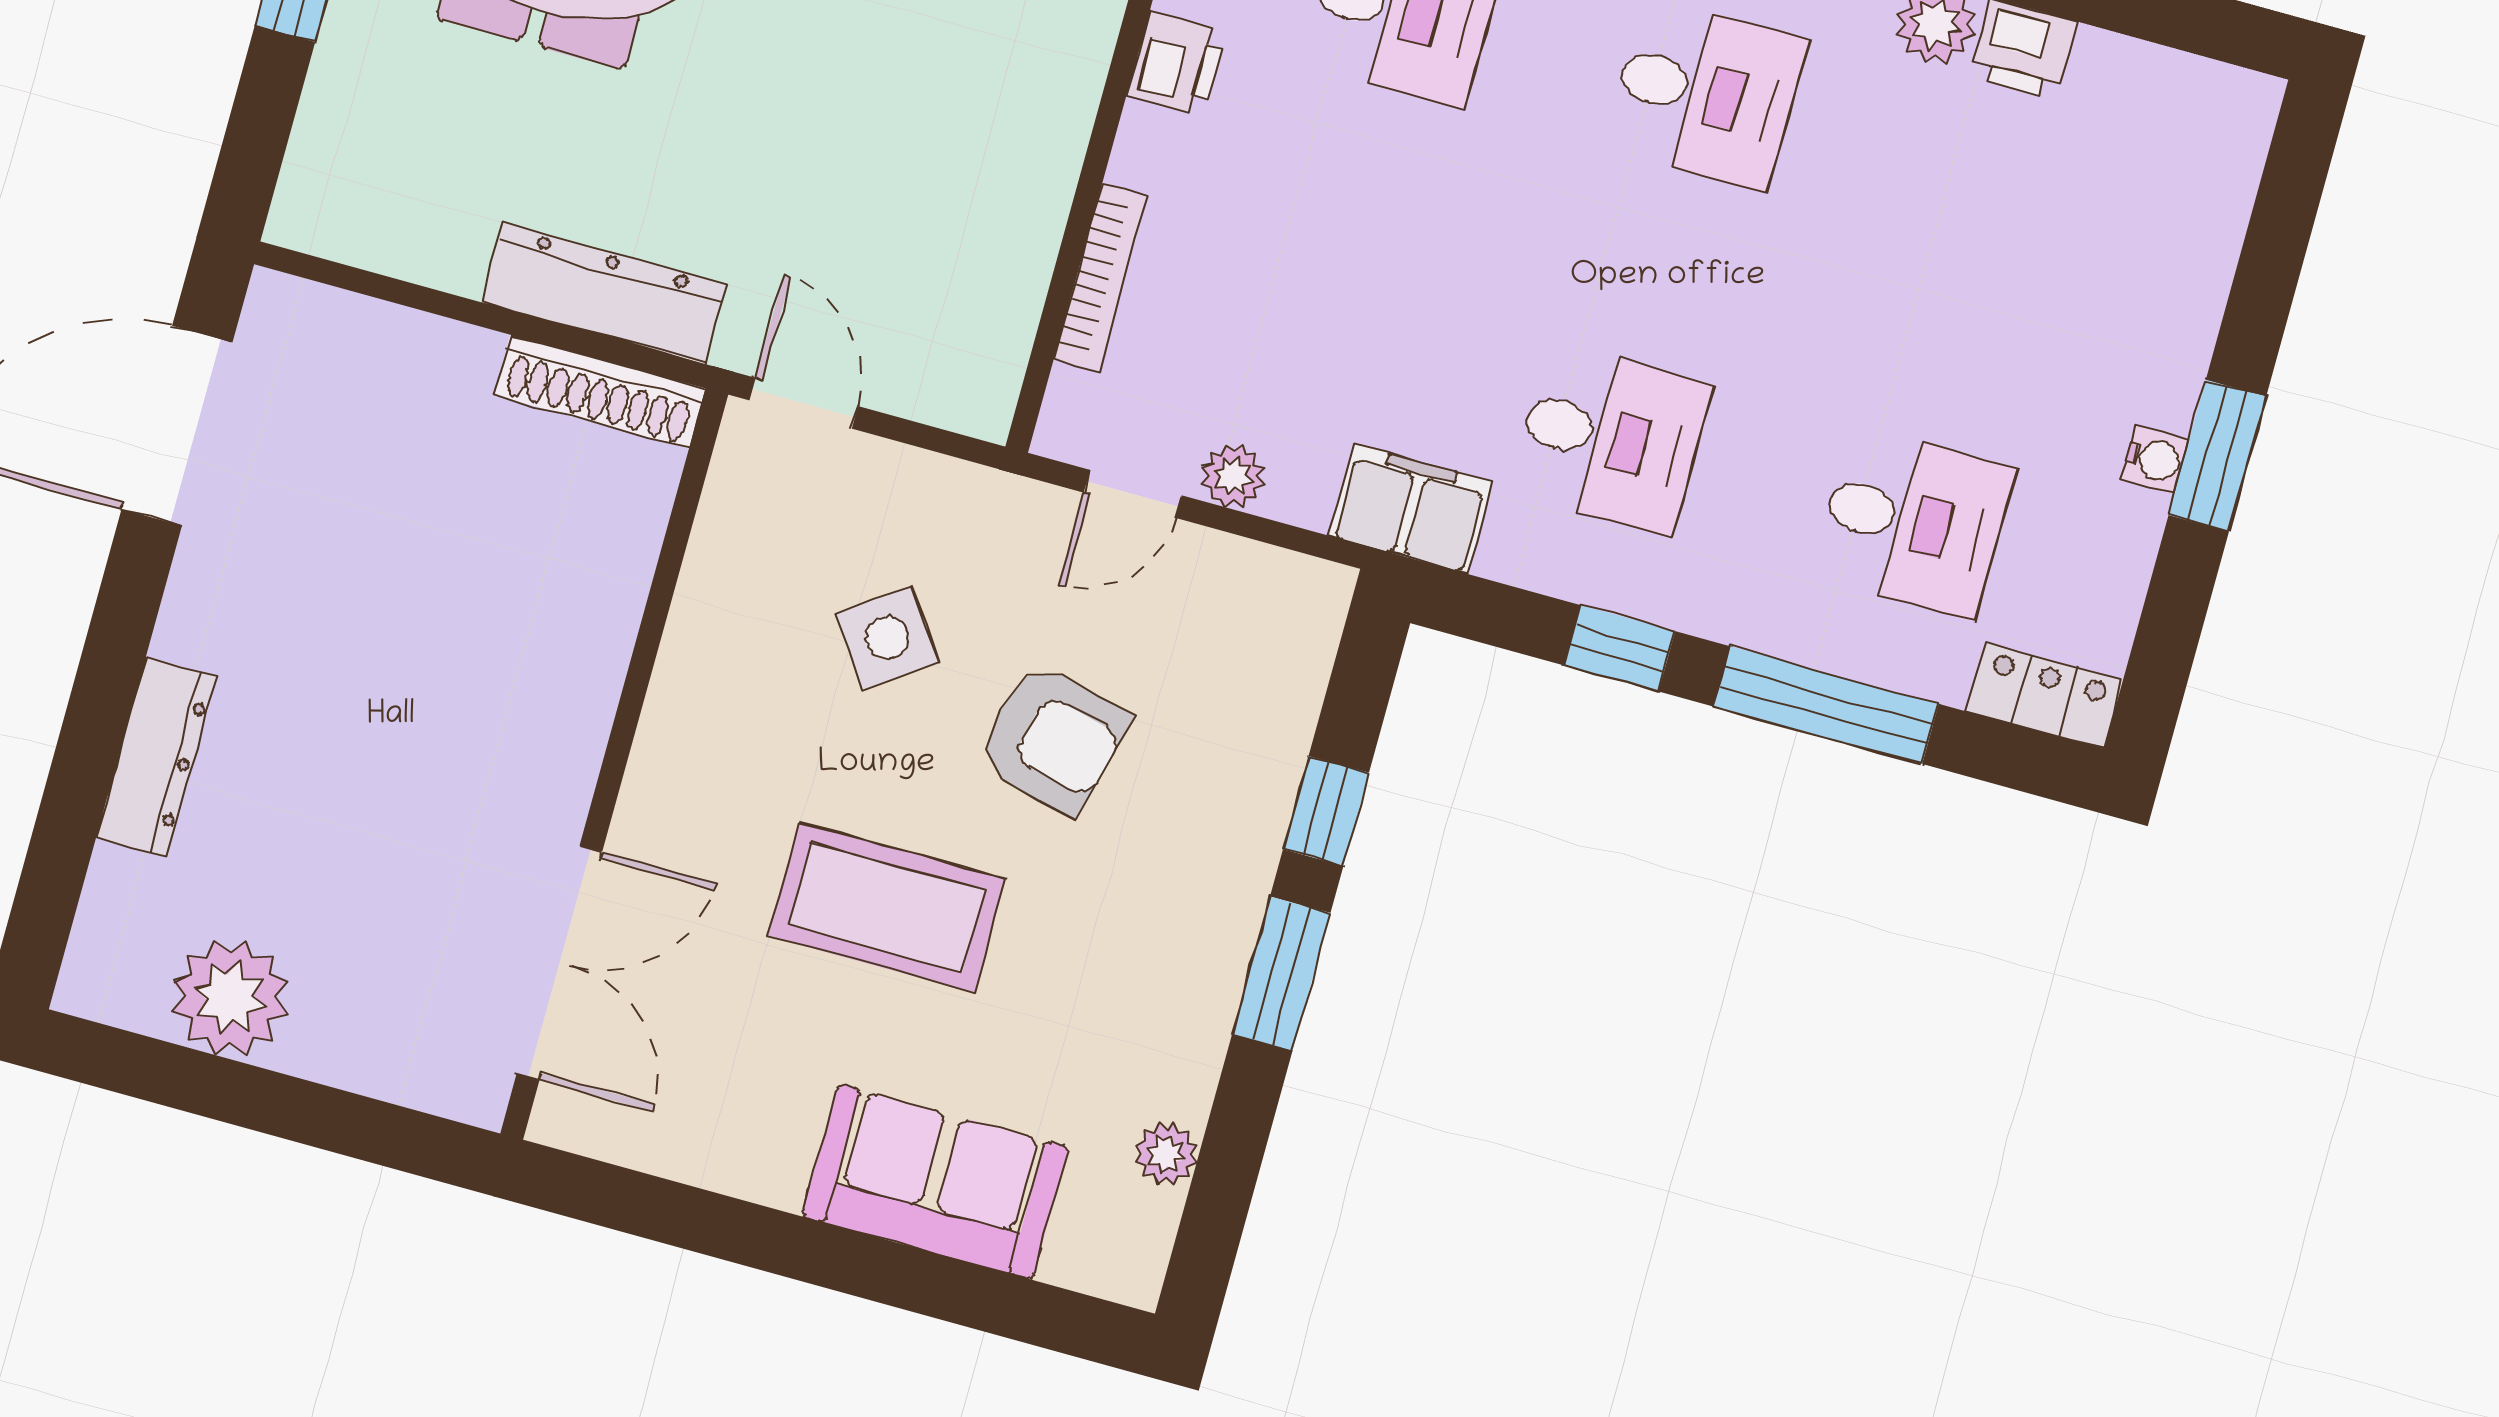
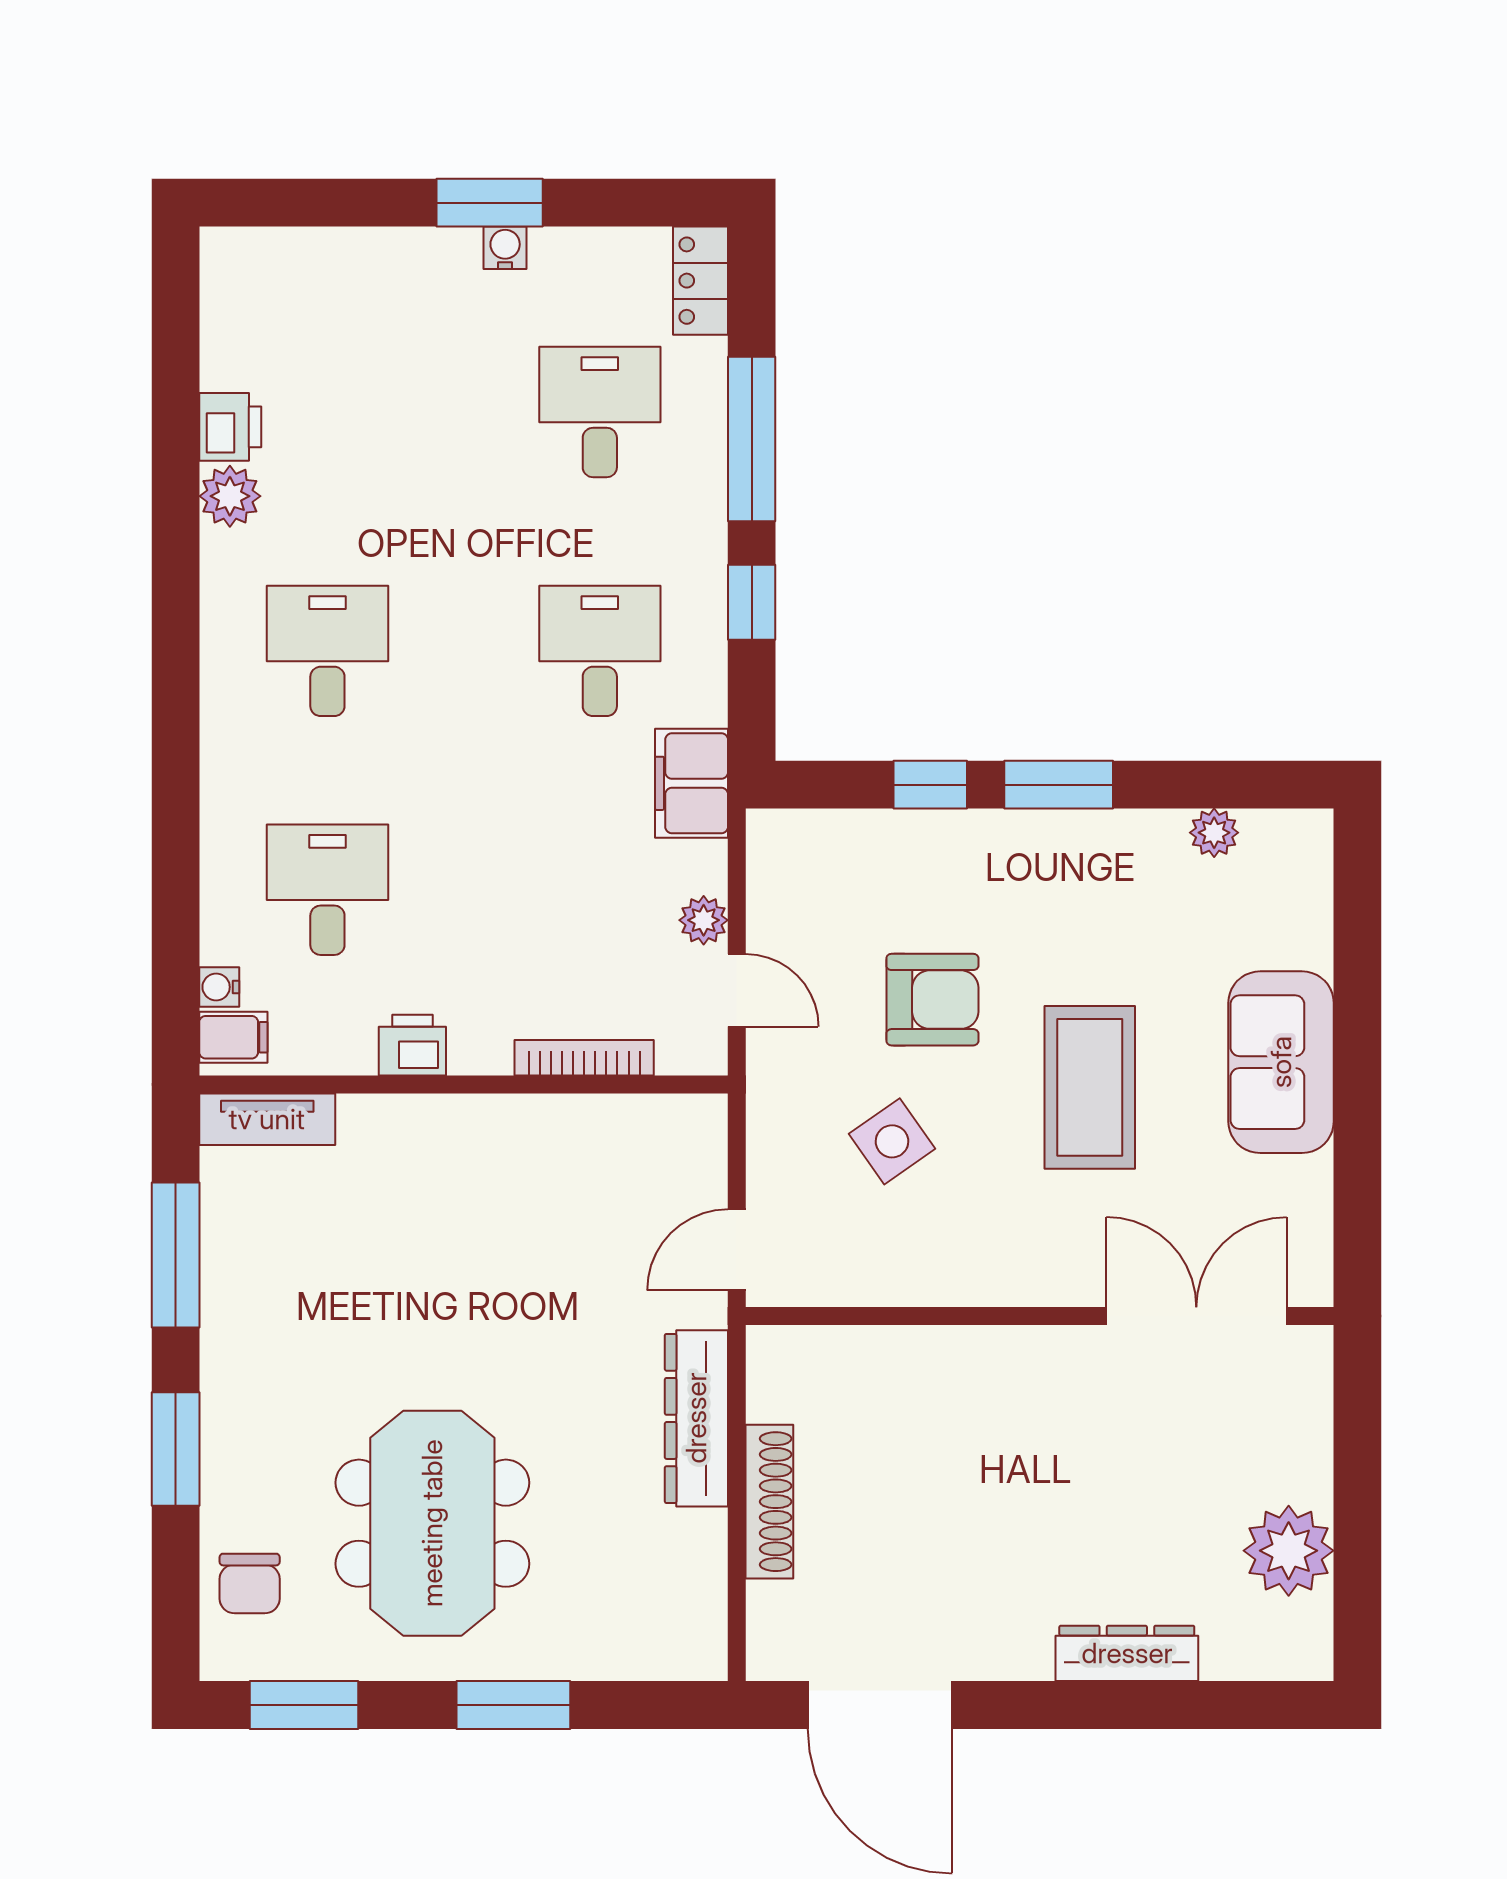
shoe rack: (600, 392) -> (769, 1502), moved
armchair: (1053, 739) -> (932, 1000), turned 76
sofa: (935, 1182) -> (1281, 1062), moved

